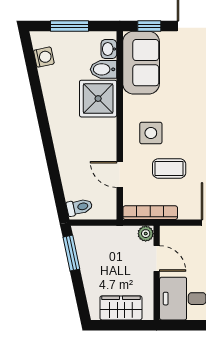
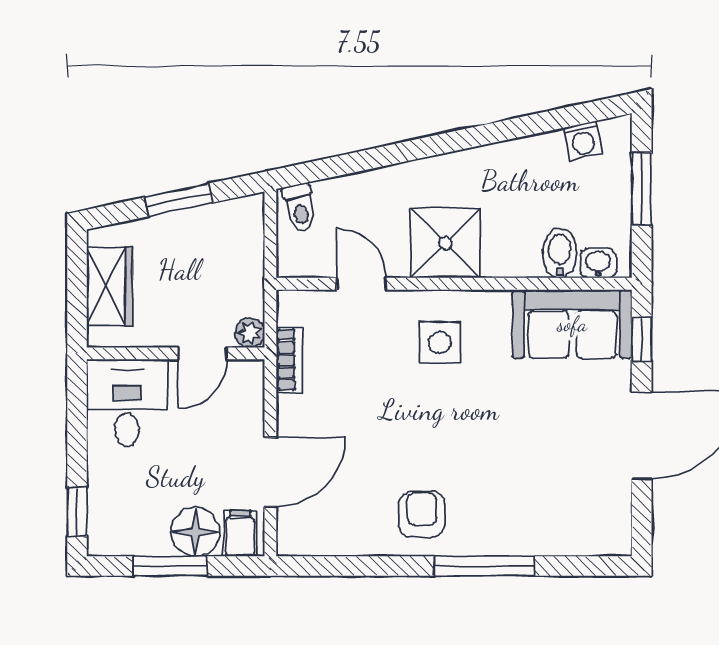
shower: (98, 99) -> (446, 243), moved
coffee table: (169, 168) -> (373, 377), removed
door: (120, 174) -> (361, 284), hinge flipped
bookcase: (150, 213) -> (289, 360), width x0.64
window: (71, 253) -> (178, 200), moved

